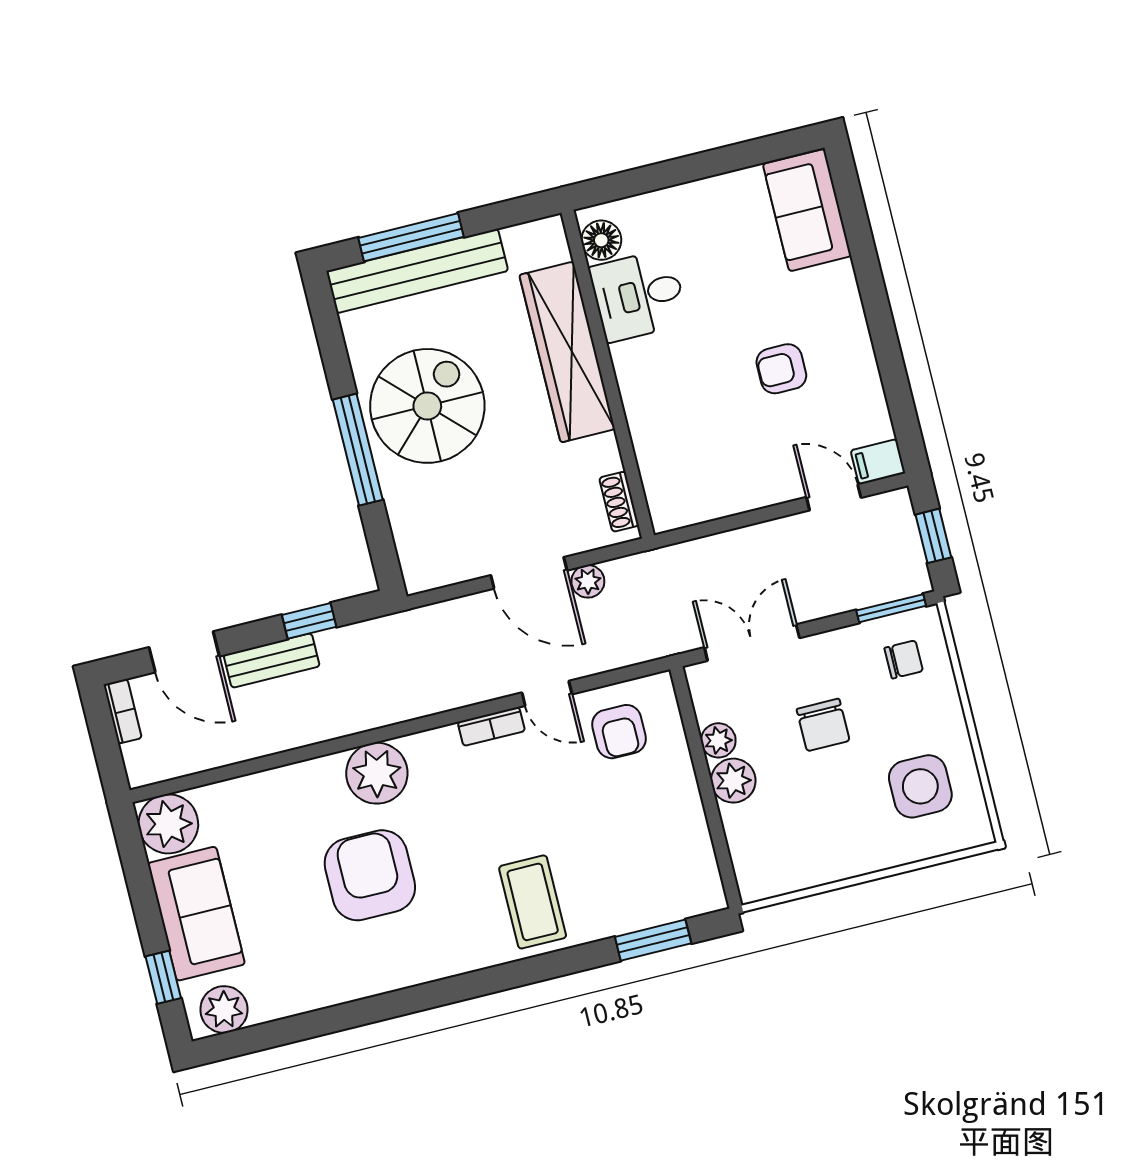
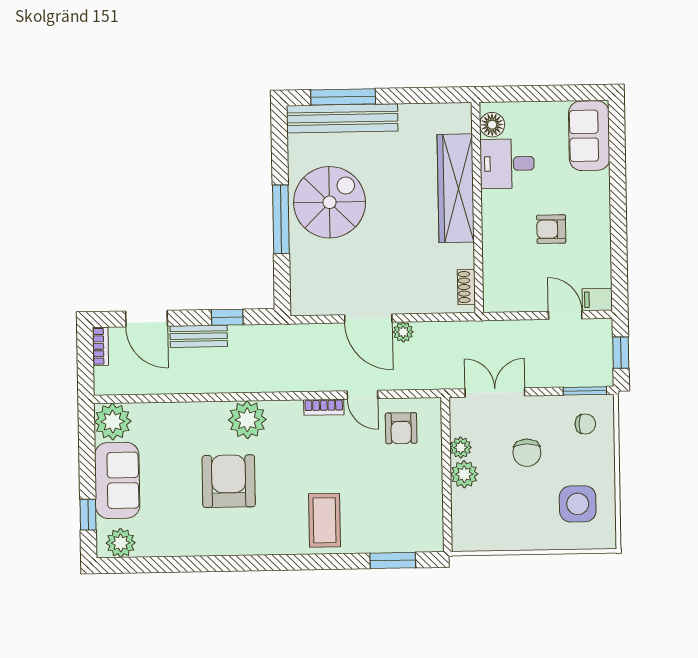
floor lamp: (601, 240) -> (492, 125), moved
desk: (638, 295) -> (507, 164), moved
wardrobe: (567, 352) -> (456, 188), moved
wall: (608, 374) -> (477, 207), moved
shoe rack: (619, 502) -> (466, 287), moved

